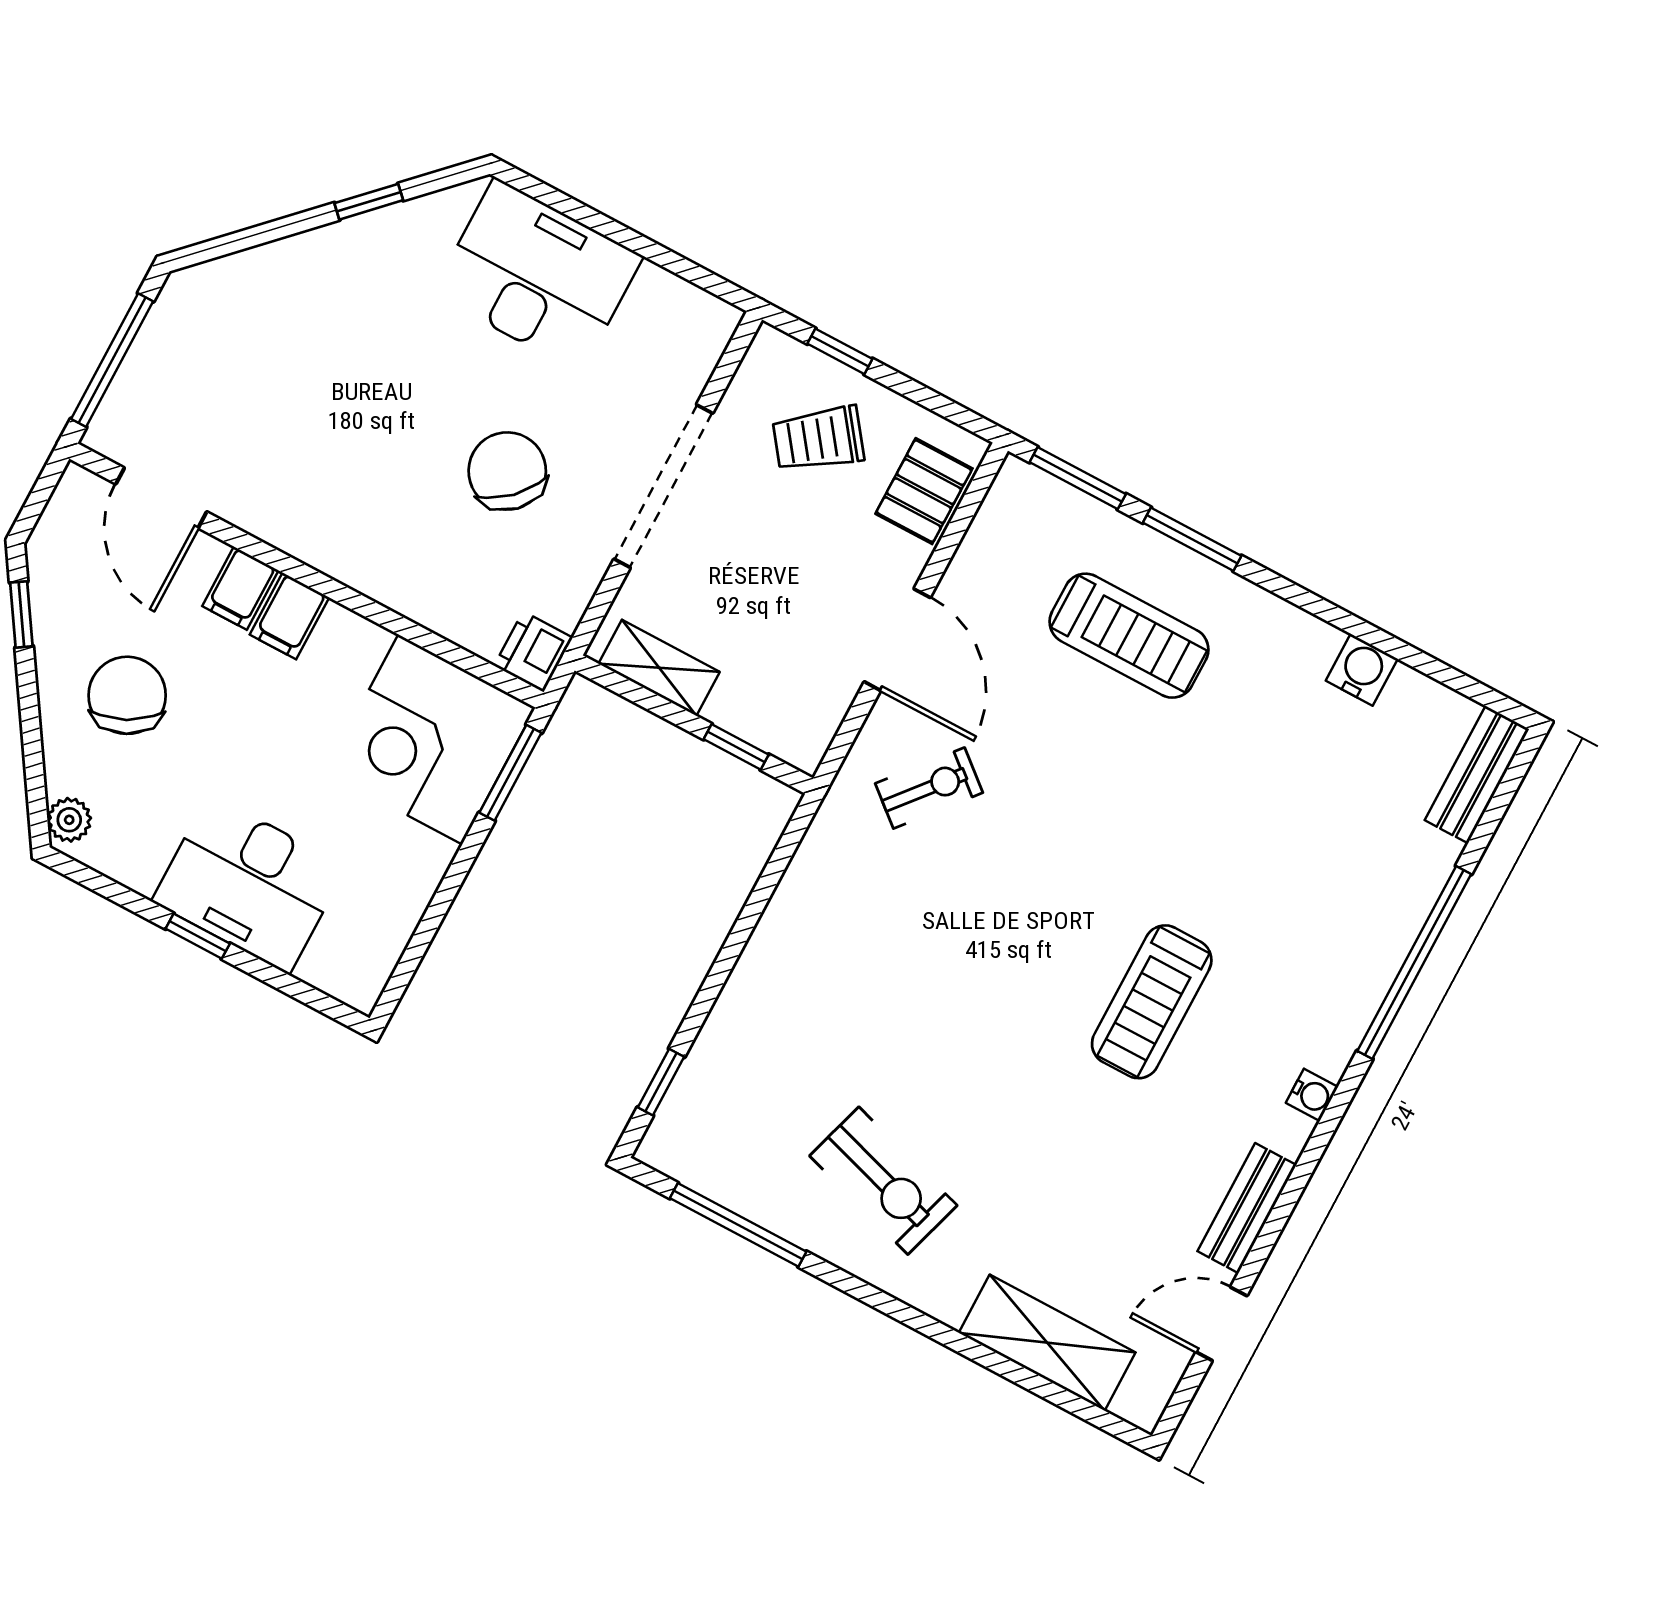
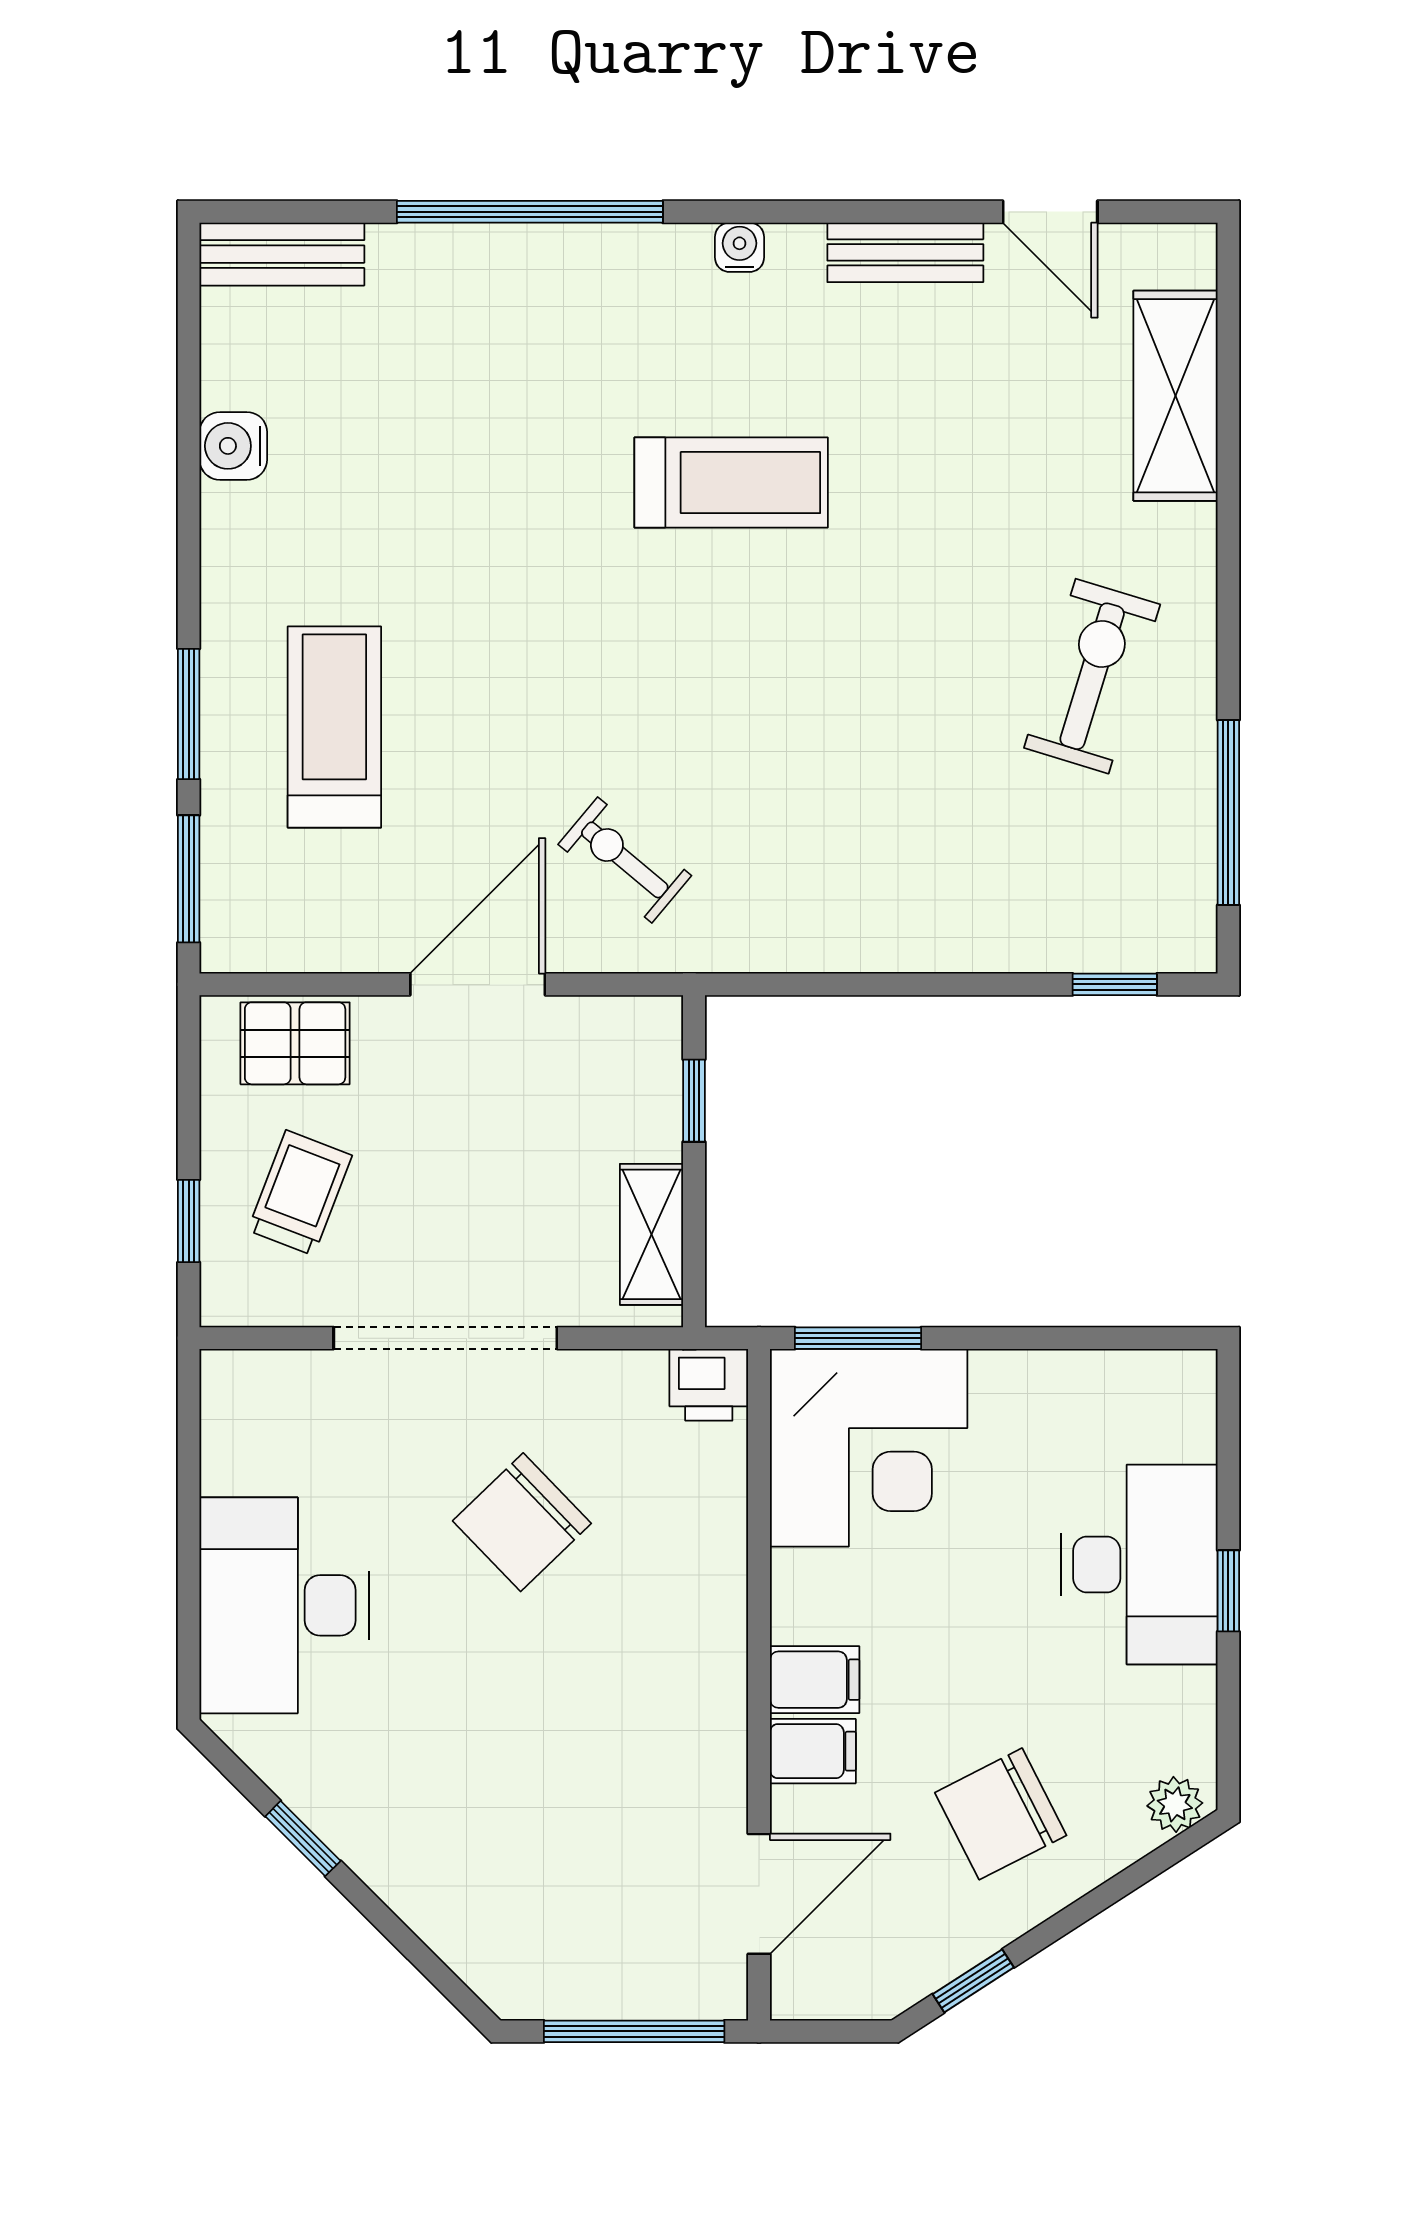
trolley: (818, 439) -> (300, 1193), turned -122

